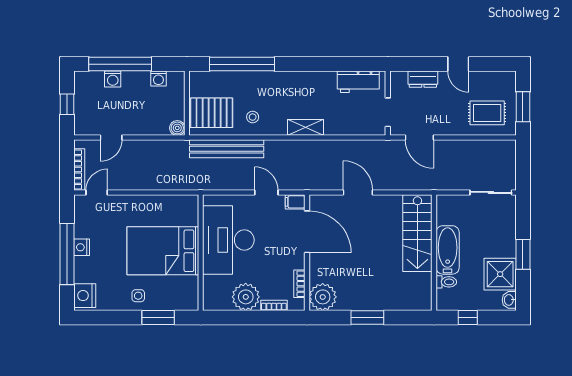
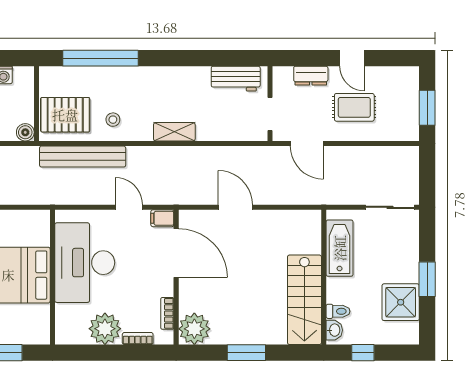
rug: (487, 113) -> (354, 107), moved
stairs: (417, 233) -> (304, 300), moved
bathtub: (448, 250) -> (340, 248), moved
washbasin: (509, 300) -> (334, 330), moved, turned 180

